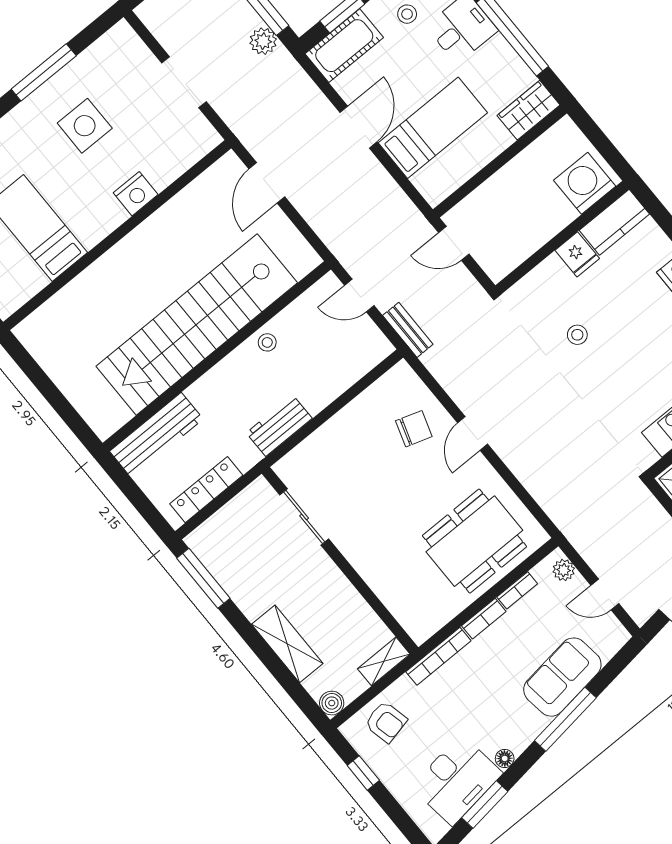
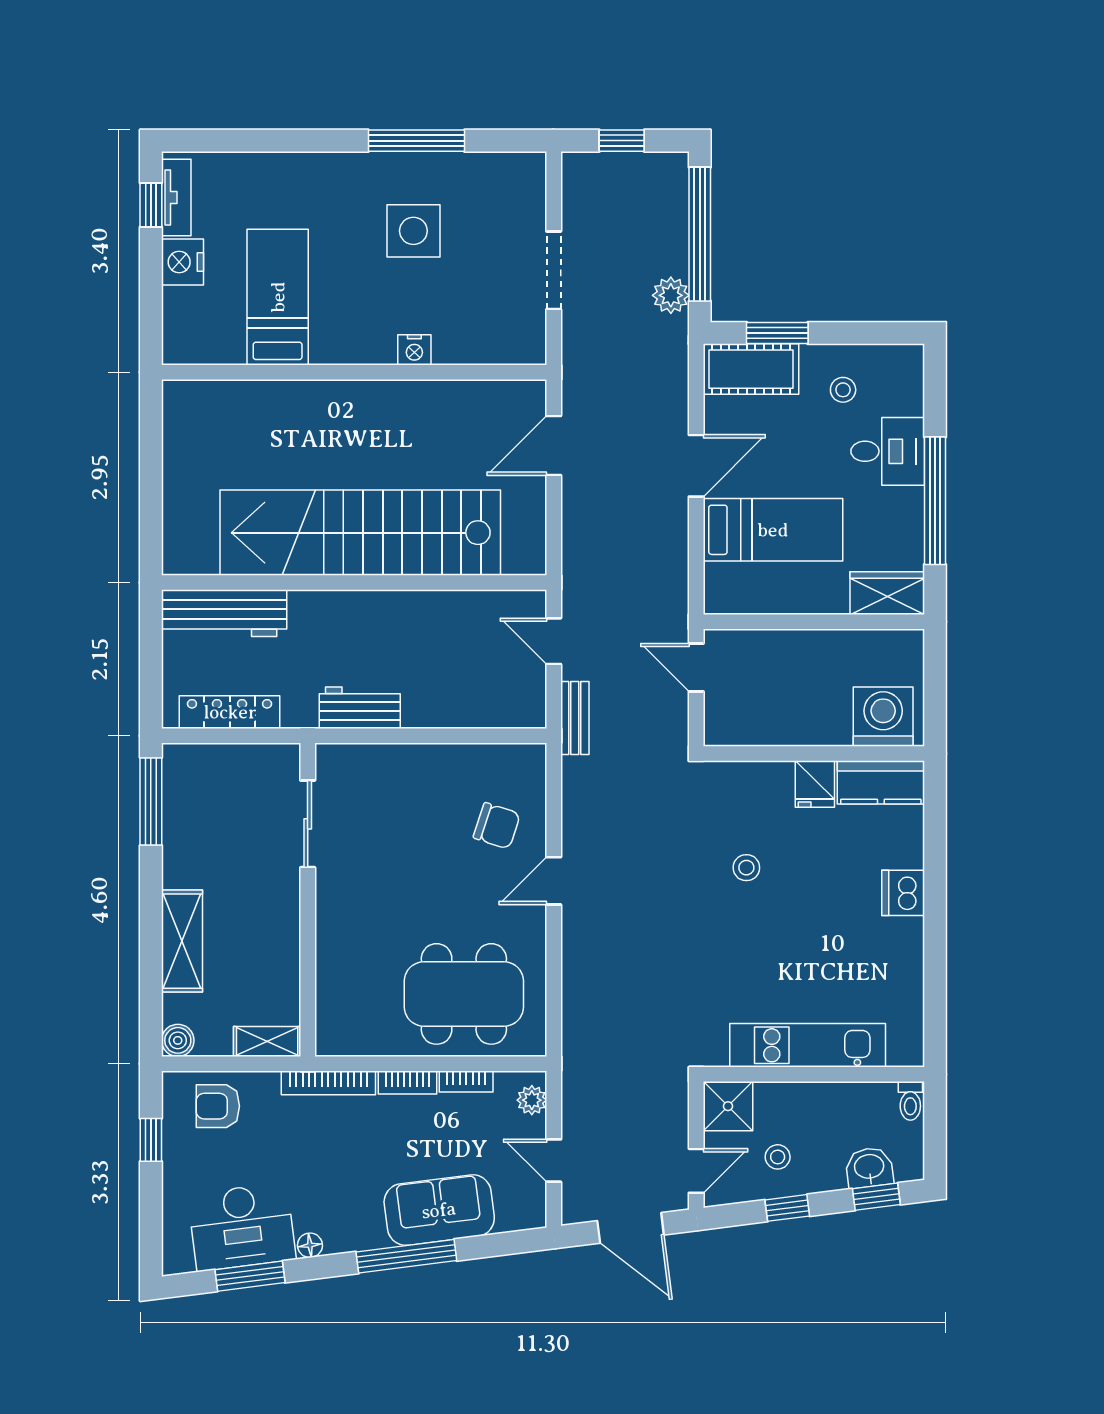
nightstand: (136, 194) -> (414, 350), width x0.74, depth x0.75
stool: (267, 342) -> (418, 611), removed
armchair: (386, 722) -> (218, 1106), turned 103

